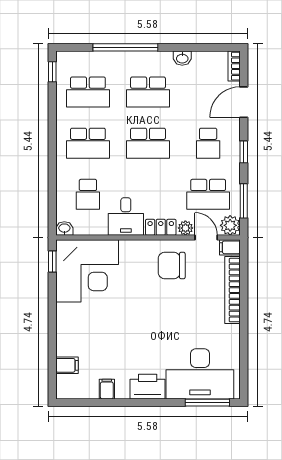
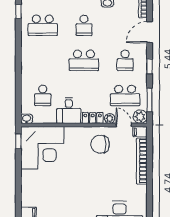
school desk: (148, 92) -> (84, 25), width x0.54
school desk: (88, 143) -> (43, 60), removed

